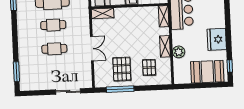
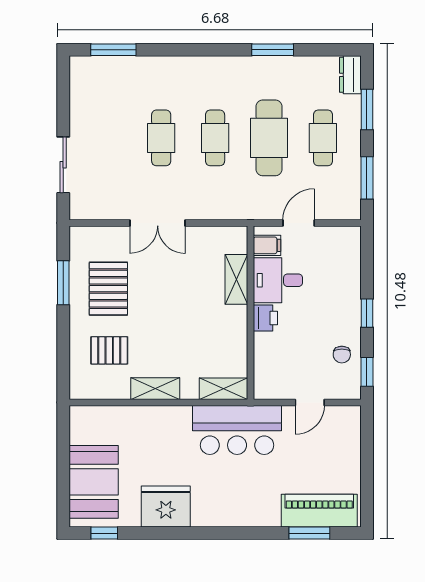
shelving: (103, 13) -> (236, 279), moved
plant: (179, 52) -> (141, 419), removed
pallet: (122, 69) -> (108, 289), turned 90
window: (120, 89) -> (63, 283), width x0.69

